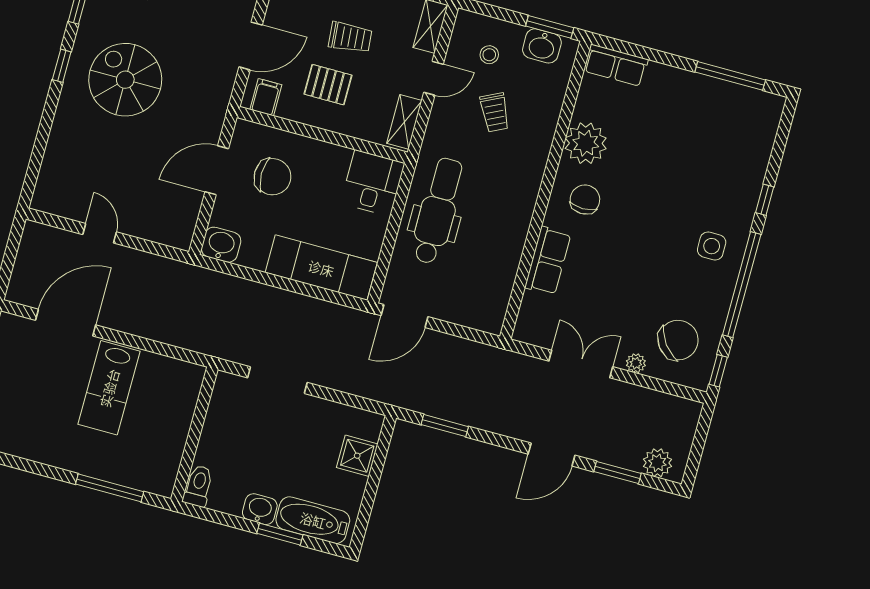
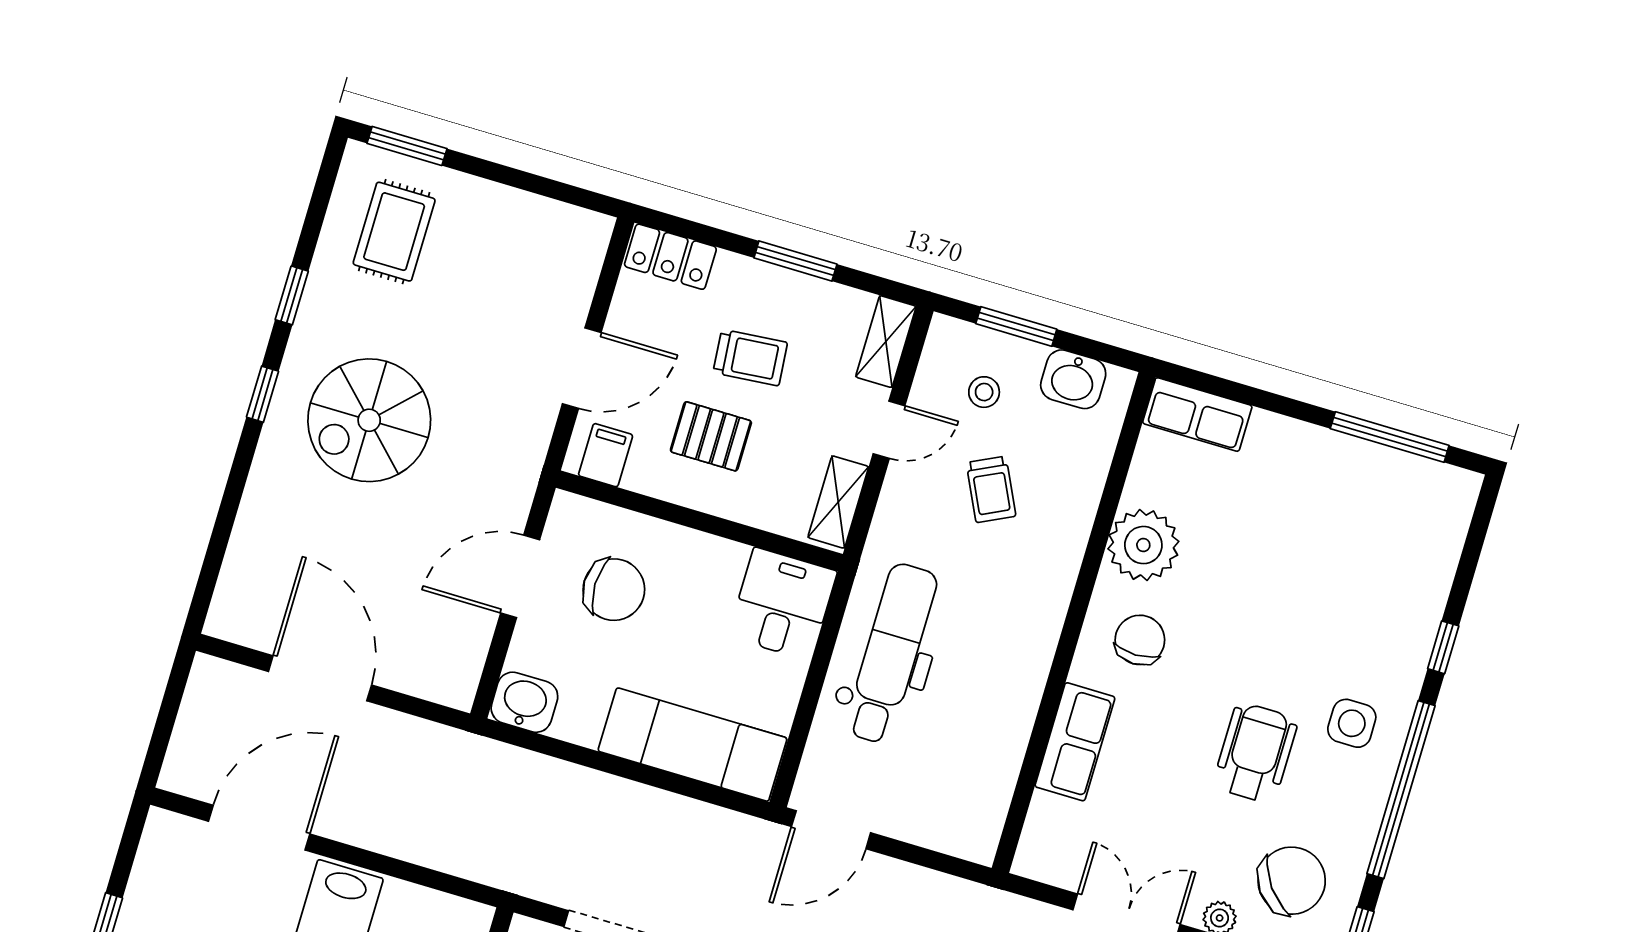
window: (550, 27) -> (1016, 326), moved
spiral stairs: (125, 80) -> (369, 420), turned -90
door: (100, 233) -> (320, 678), width x1.88
wheelchair: (655, 265) -> (1255, 753), added

